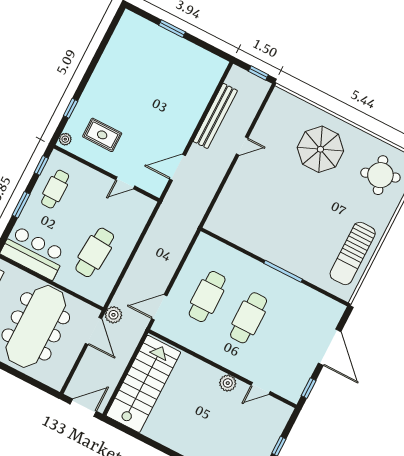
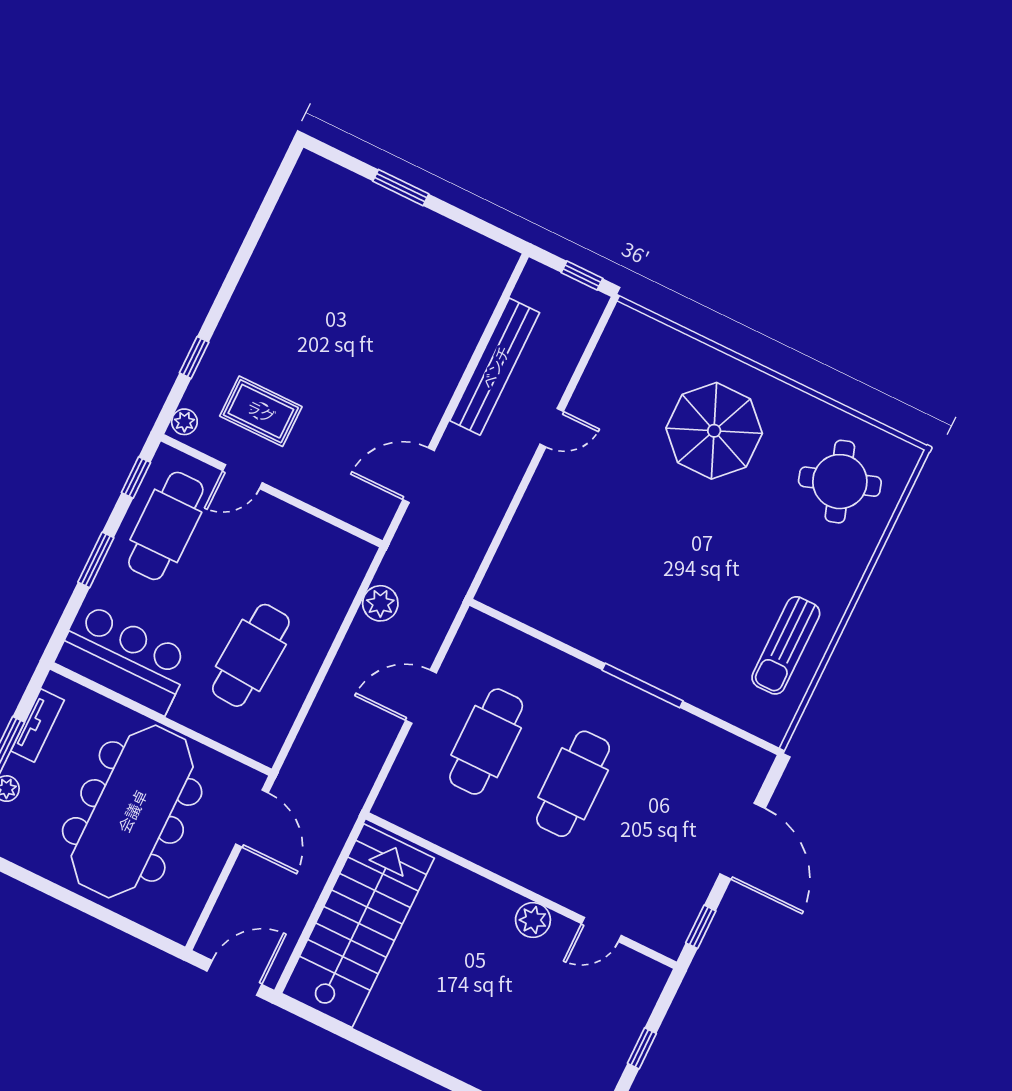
door: (125, 183) -> (243, 477), moved
cafe table: (55, 189) -> (166, 526), width x1.37, depth x1.35
sun lounger: (353, 253) -> (786, 645), width x0.73, depth x0.75
door: (159, 307) -> (421, 697), moved
plant: (113, 315) -> (380, 603), moved

